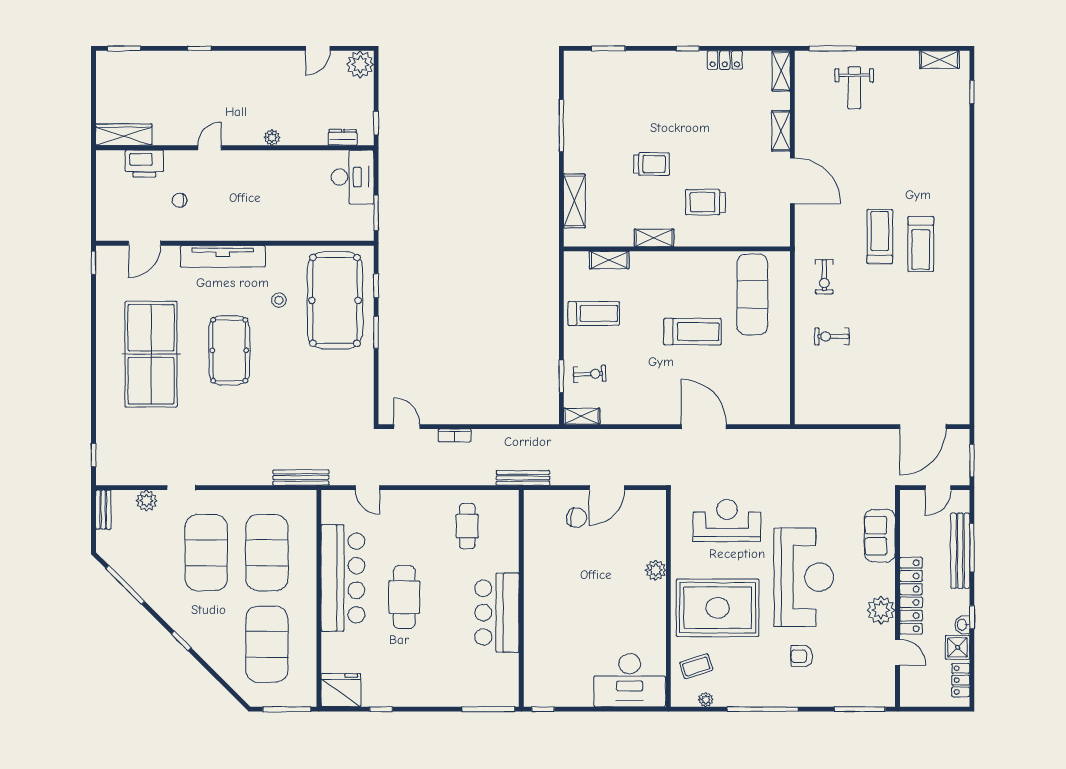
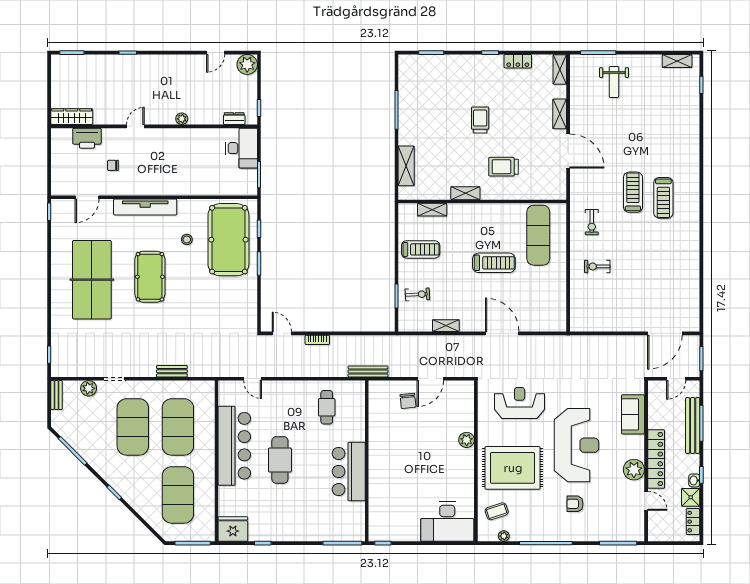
trolley: (652, 164) -> (480, 120), moved, turned -90
shelving: (582, 416) -> (446, 326), moved
bench: (301, 478) -> (172, 371), moved, width x0.73
chair: (577, 518) -> (408, 401), turned 76

